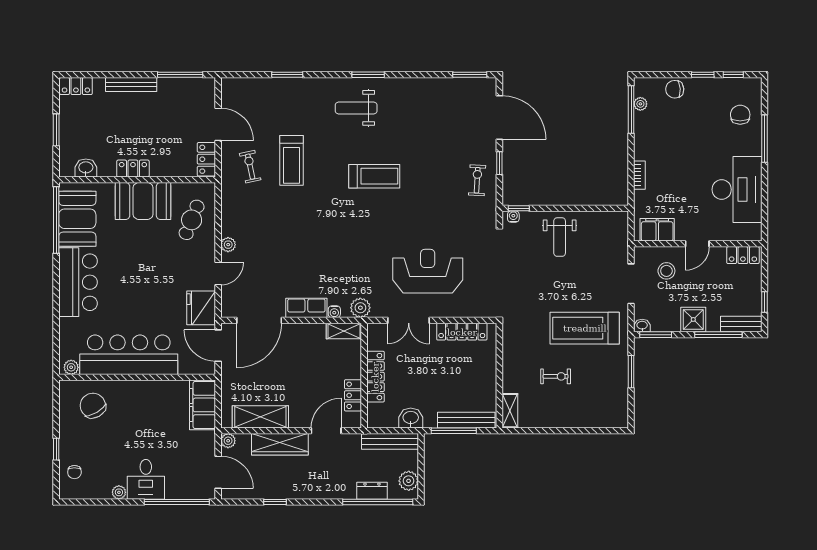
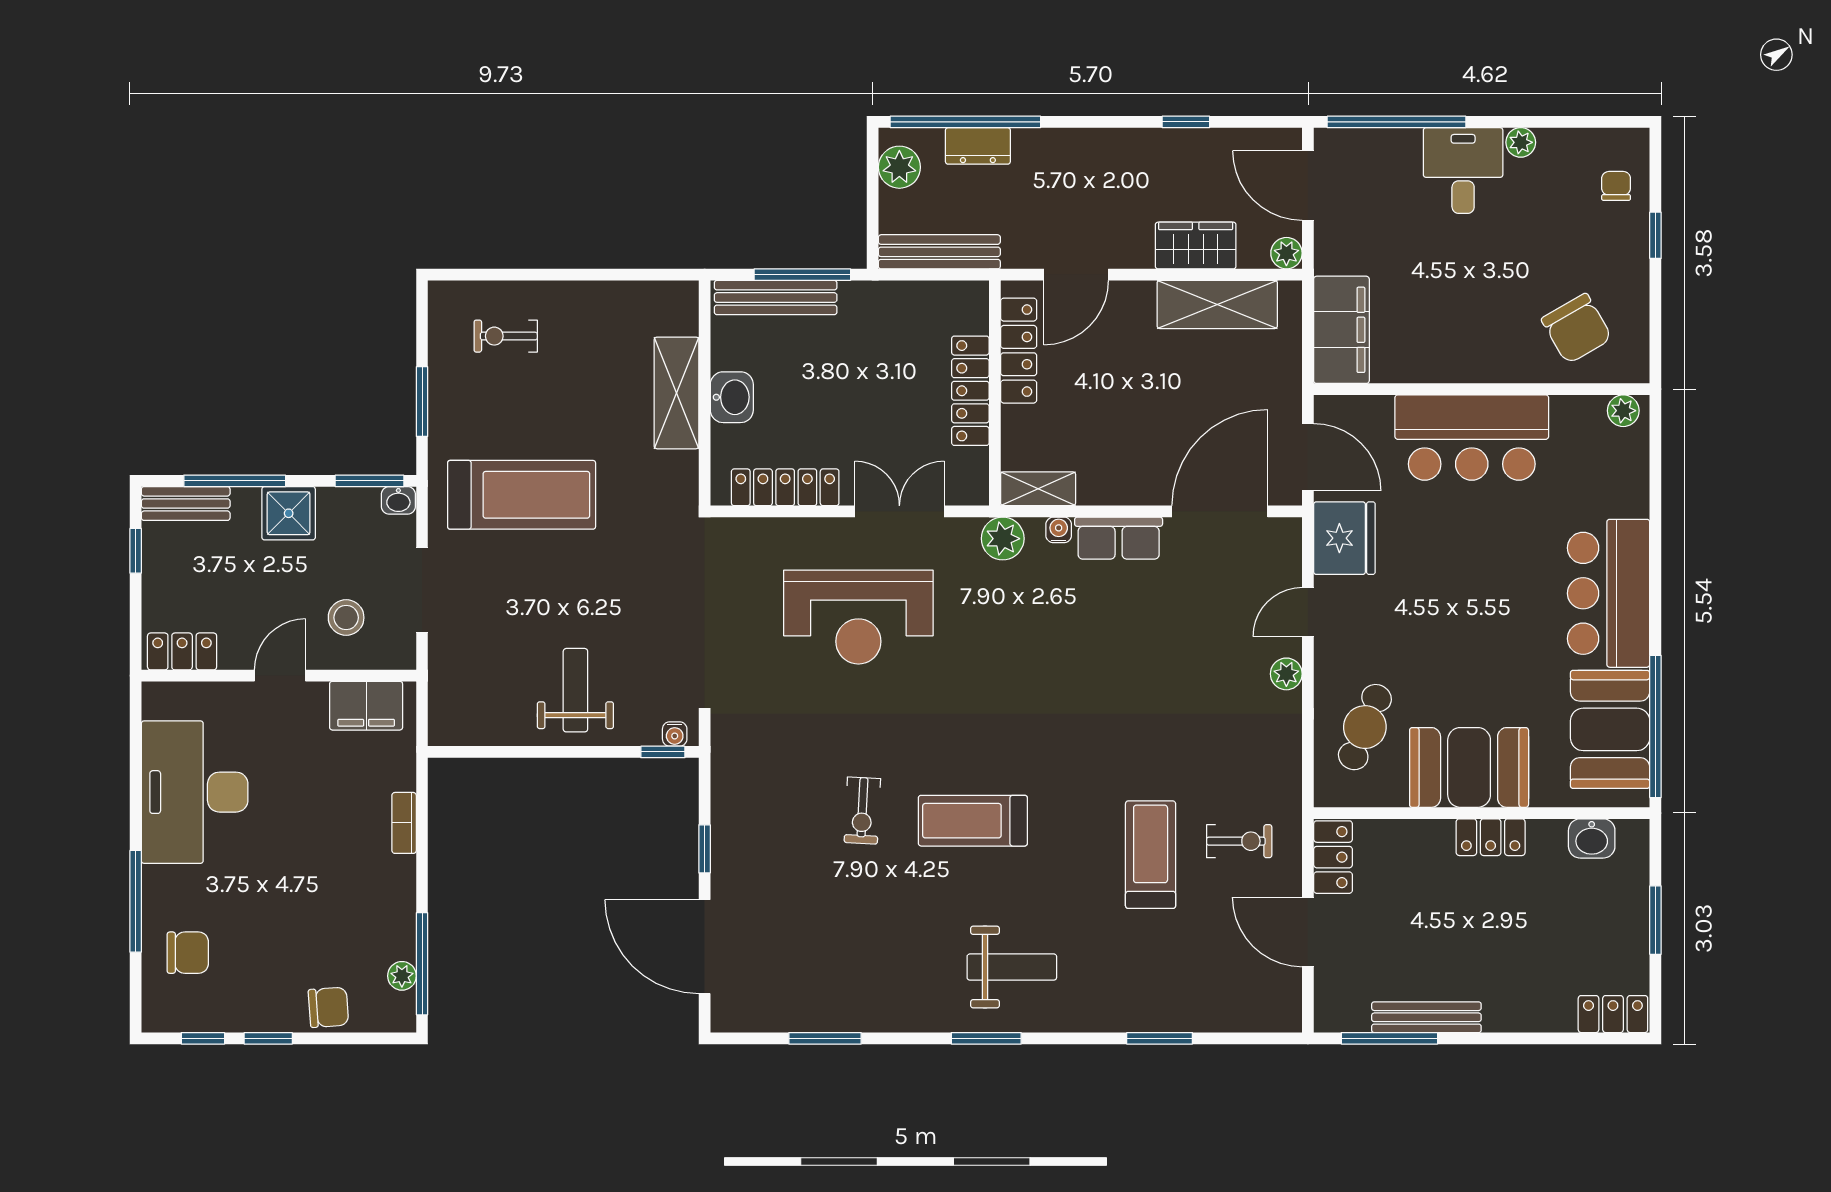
window: (470, 75) -> (825, 1038), moved
bench: (131, 85) -> (1426, 1017), moved
chair: (740, 115) -> (188, 953), turned -90
exercise bike: (250, 167) -> (1239, 841), turned -78
exercise bike: (477, 180) -> (862, 810), moved
bar counter: (129, 355) -> (1472, 438), width x0.73
exercise bike: (556, 376) -> (506, 336), moved
locker: (353, 395) -> (1019, 351), width x1.53
shelving: (510, 411) -> (677, 393), moved, width x1.50, depth x1.33
washbasin: (411, 418) -> (732, 397), moved, turned -90
wardrobe: (280, 444) -> (1196, 246), width x0.67

